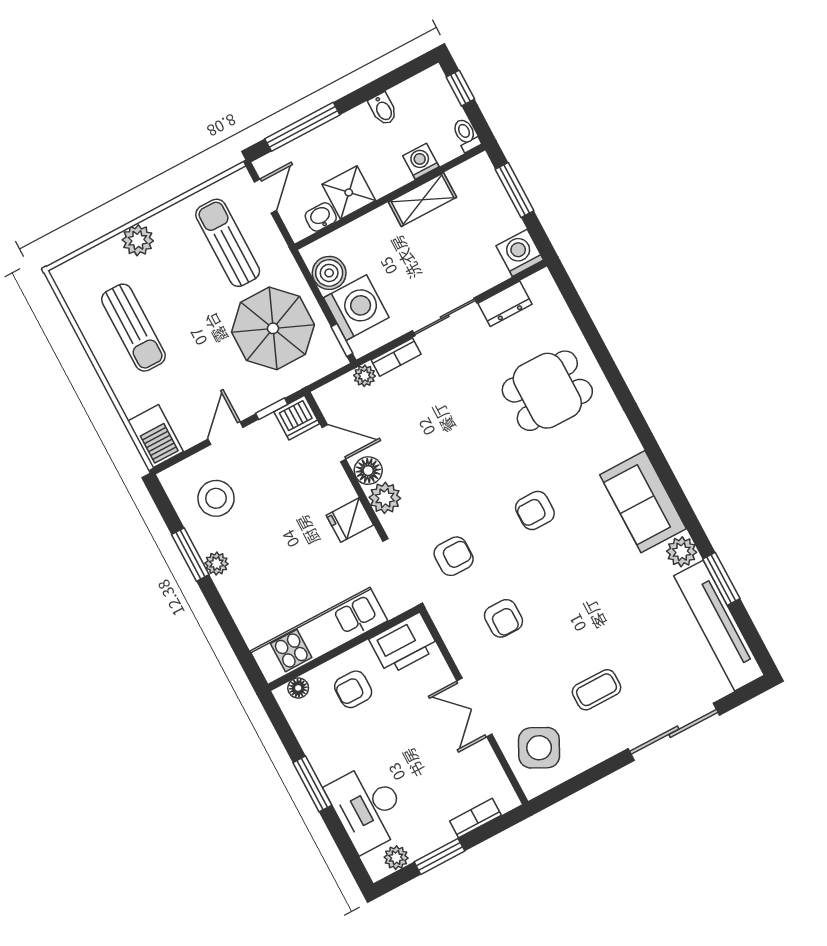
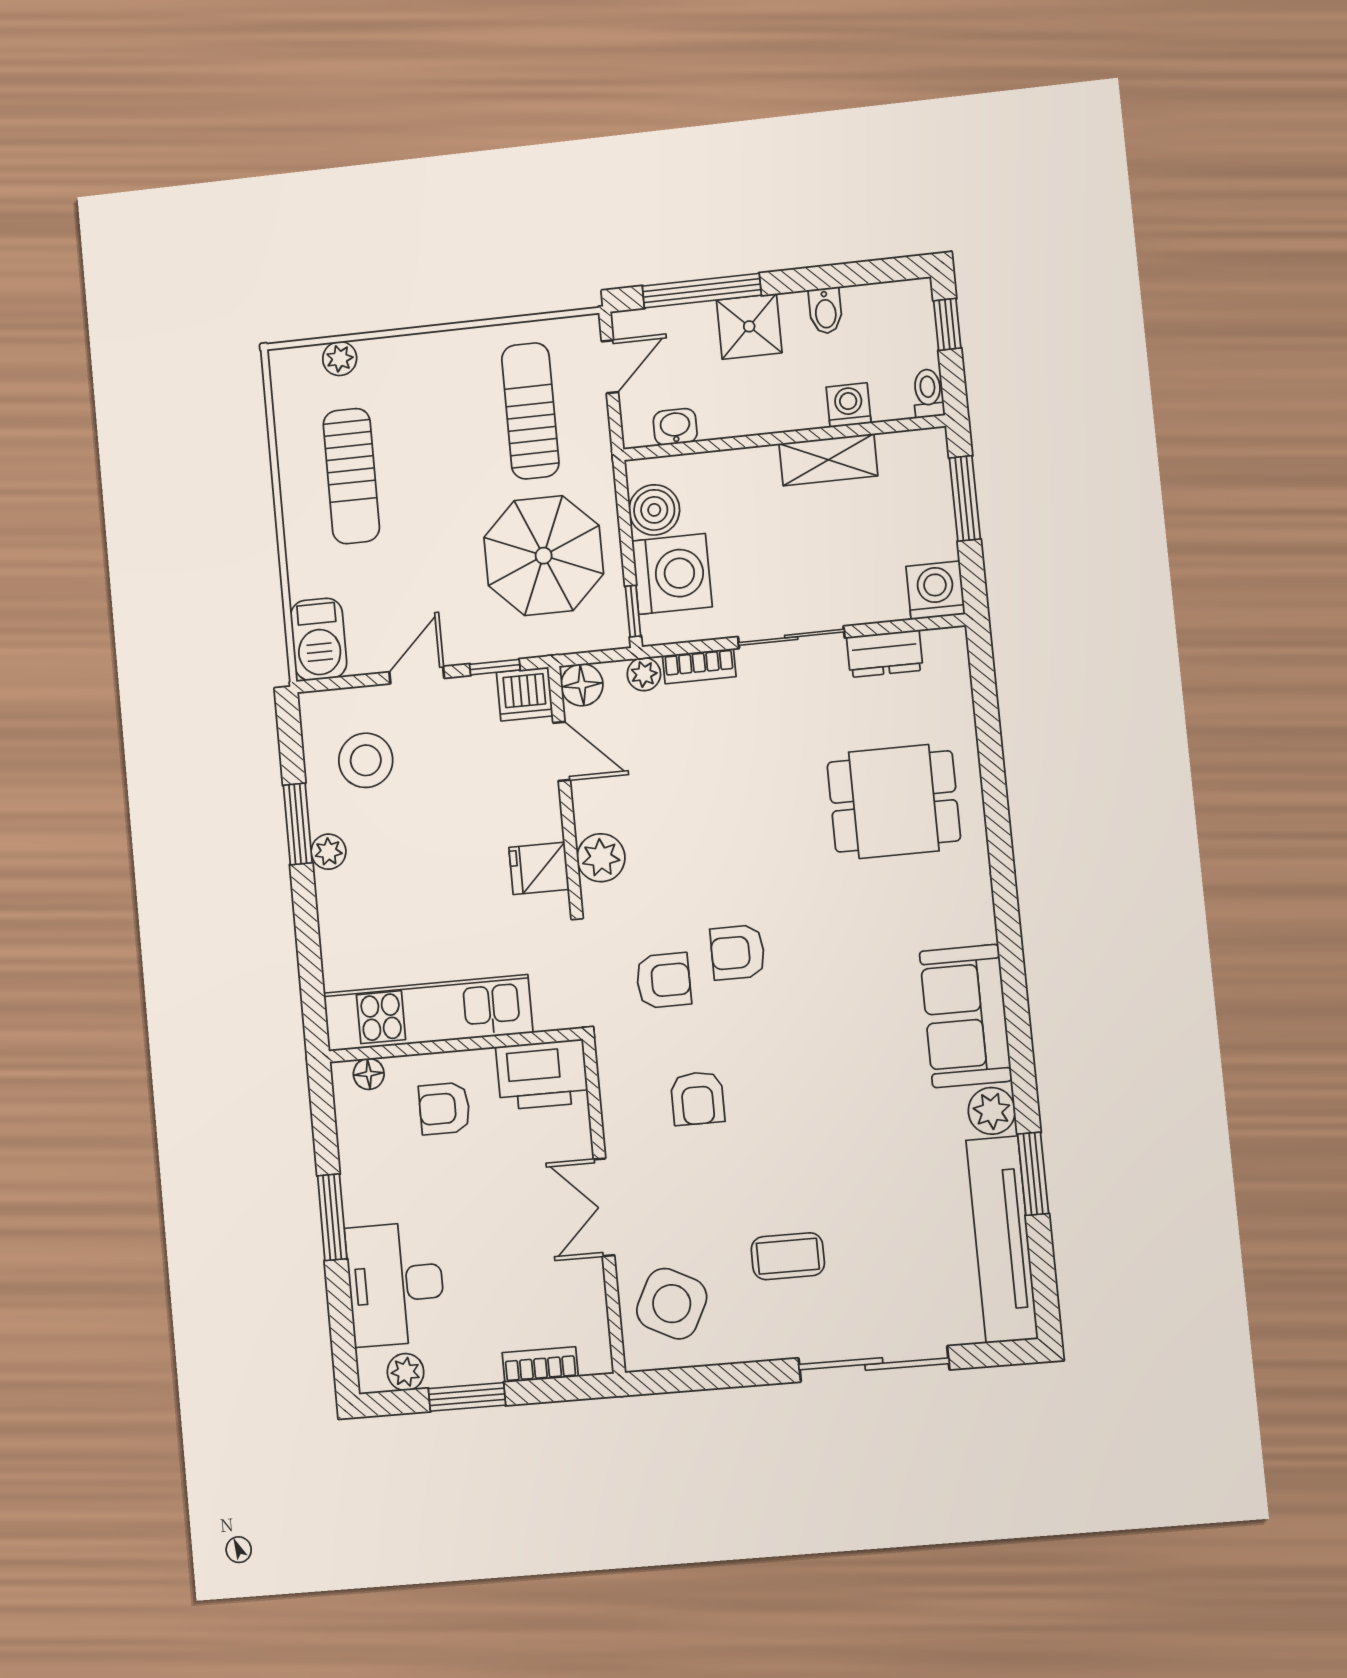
shower: (349, 192) -> (749, 326), moved
plant: (138, 240) -> (340, 359), moved, width x0.73, depth x0.73
floor lamp: (368, 471) -> (582, 685), moved
armchair: (535, 510) -> (738, 952), moved

